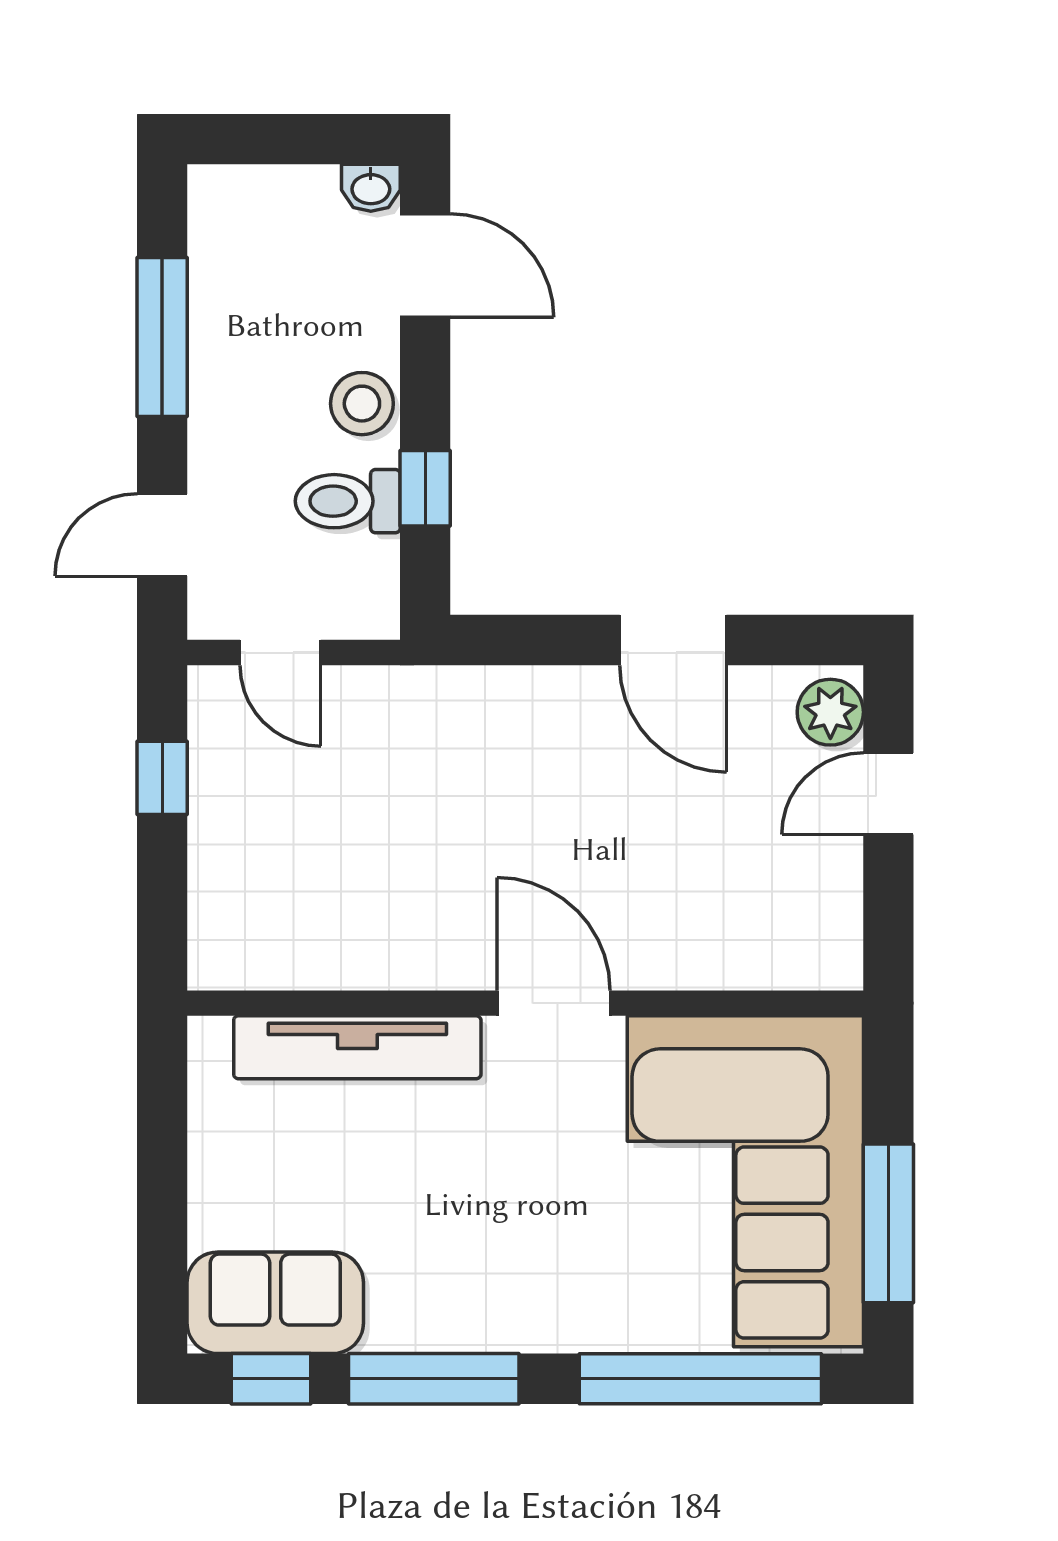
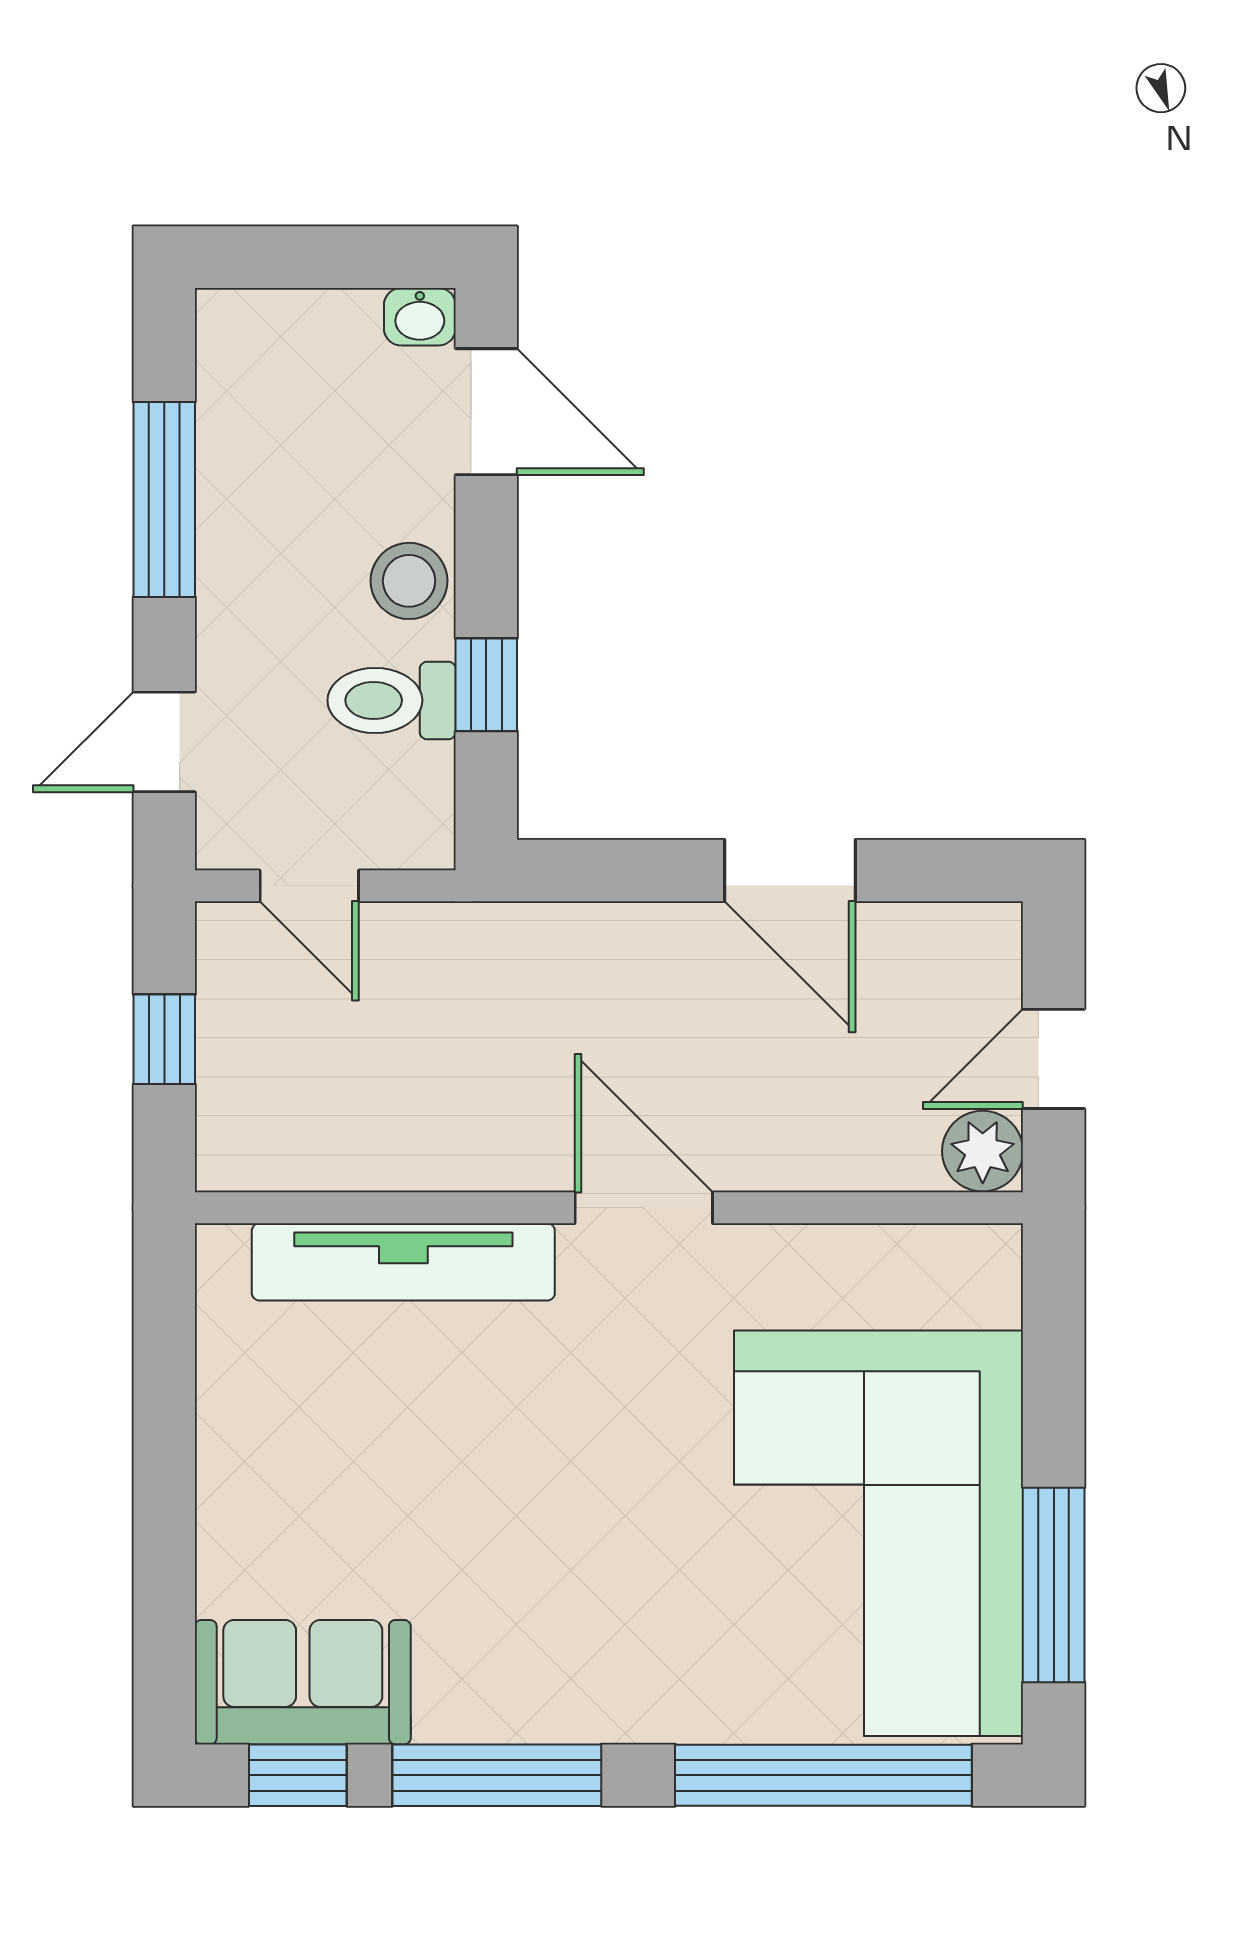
plant: (830, 712) -> (983, 1151), moved
wall: (525, 1003) -> (609, 1208), moved
door: (554, 1003) -> (644, 1208), moved
tv unit: (357, 1047) -> (403, 1262), moved

